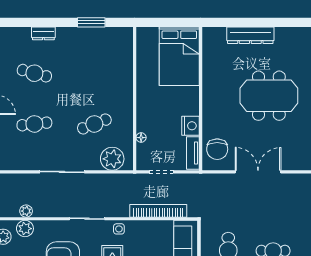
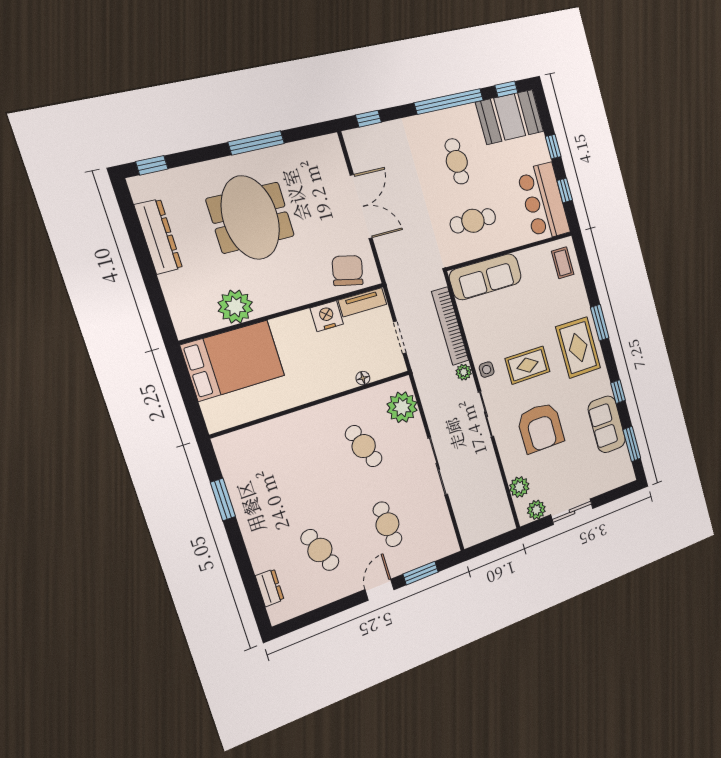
dresser: (43, 33) -> (270, 588), moved
dresser: (250, 35) -> (158, 237), moved
plant: (214, 68) -> (235, 307), added
cafe table: (34, 73) -> (320, 550), turned -36
chair: (217, 149) -> (348, 271), turned -77
double door: (258, 172) -> (361, 207), swing flipped
plant: (26, 211) -> (464, 372), moved

